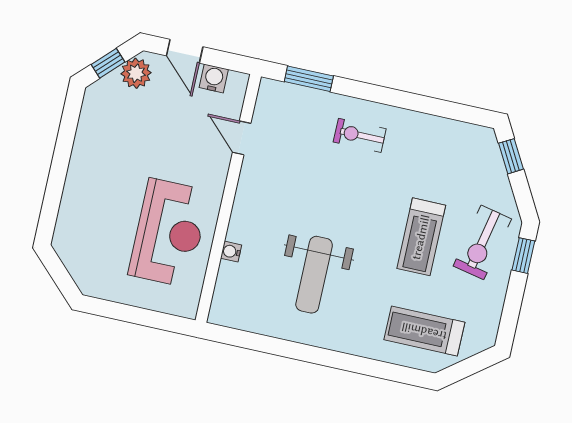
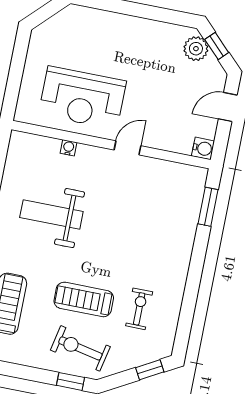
plant: (136, 73) -> (196, 49), moved
water cooler: (214, 78) -> (203, 148), moved
exercise bike: (360, 135) -> (139, 309), moved
door: (242, 138) -> (128, 148), moved

